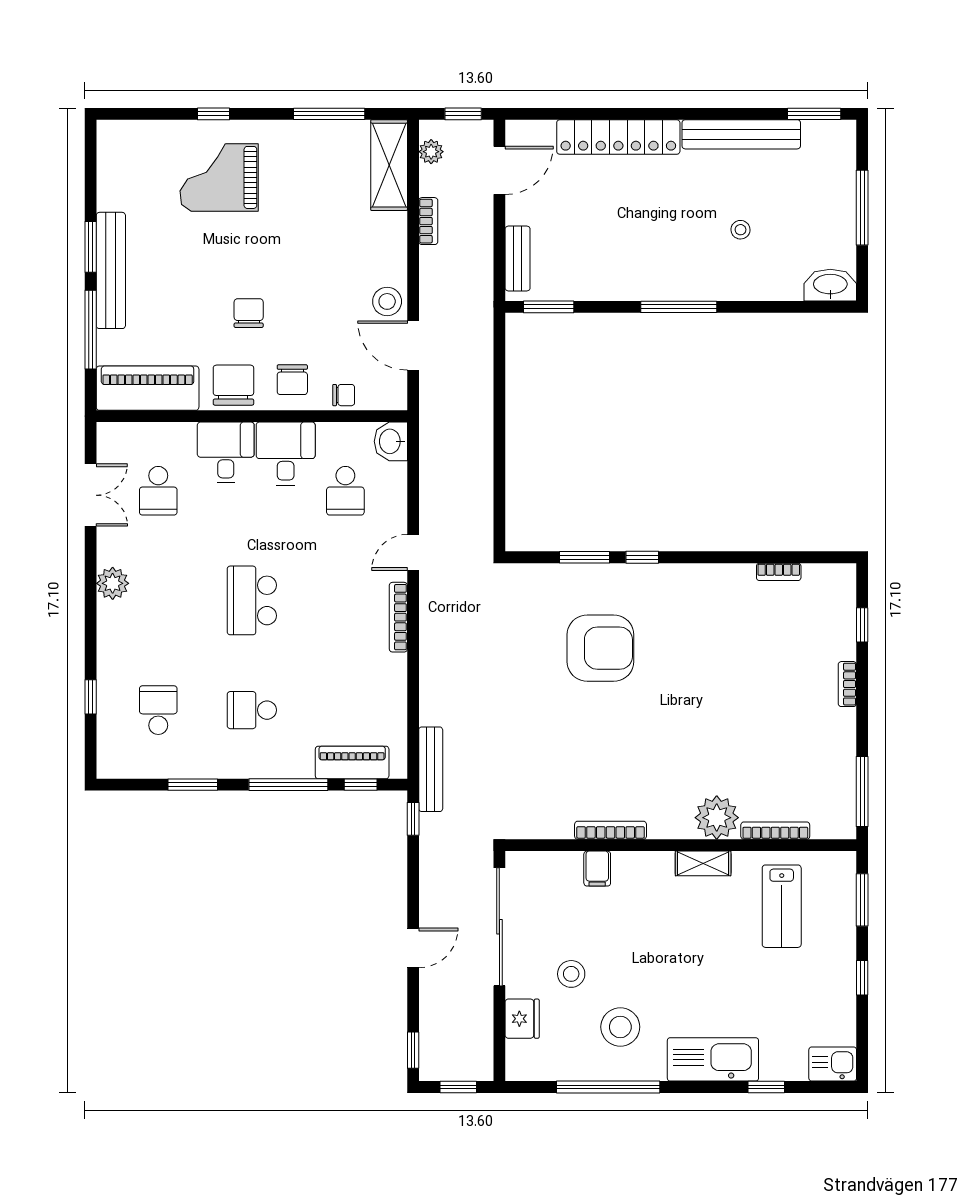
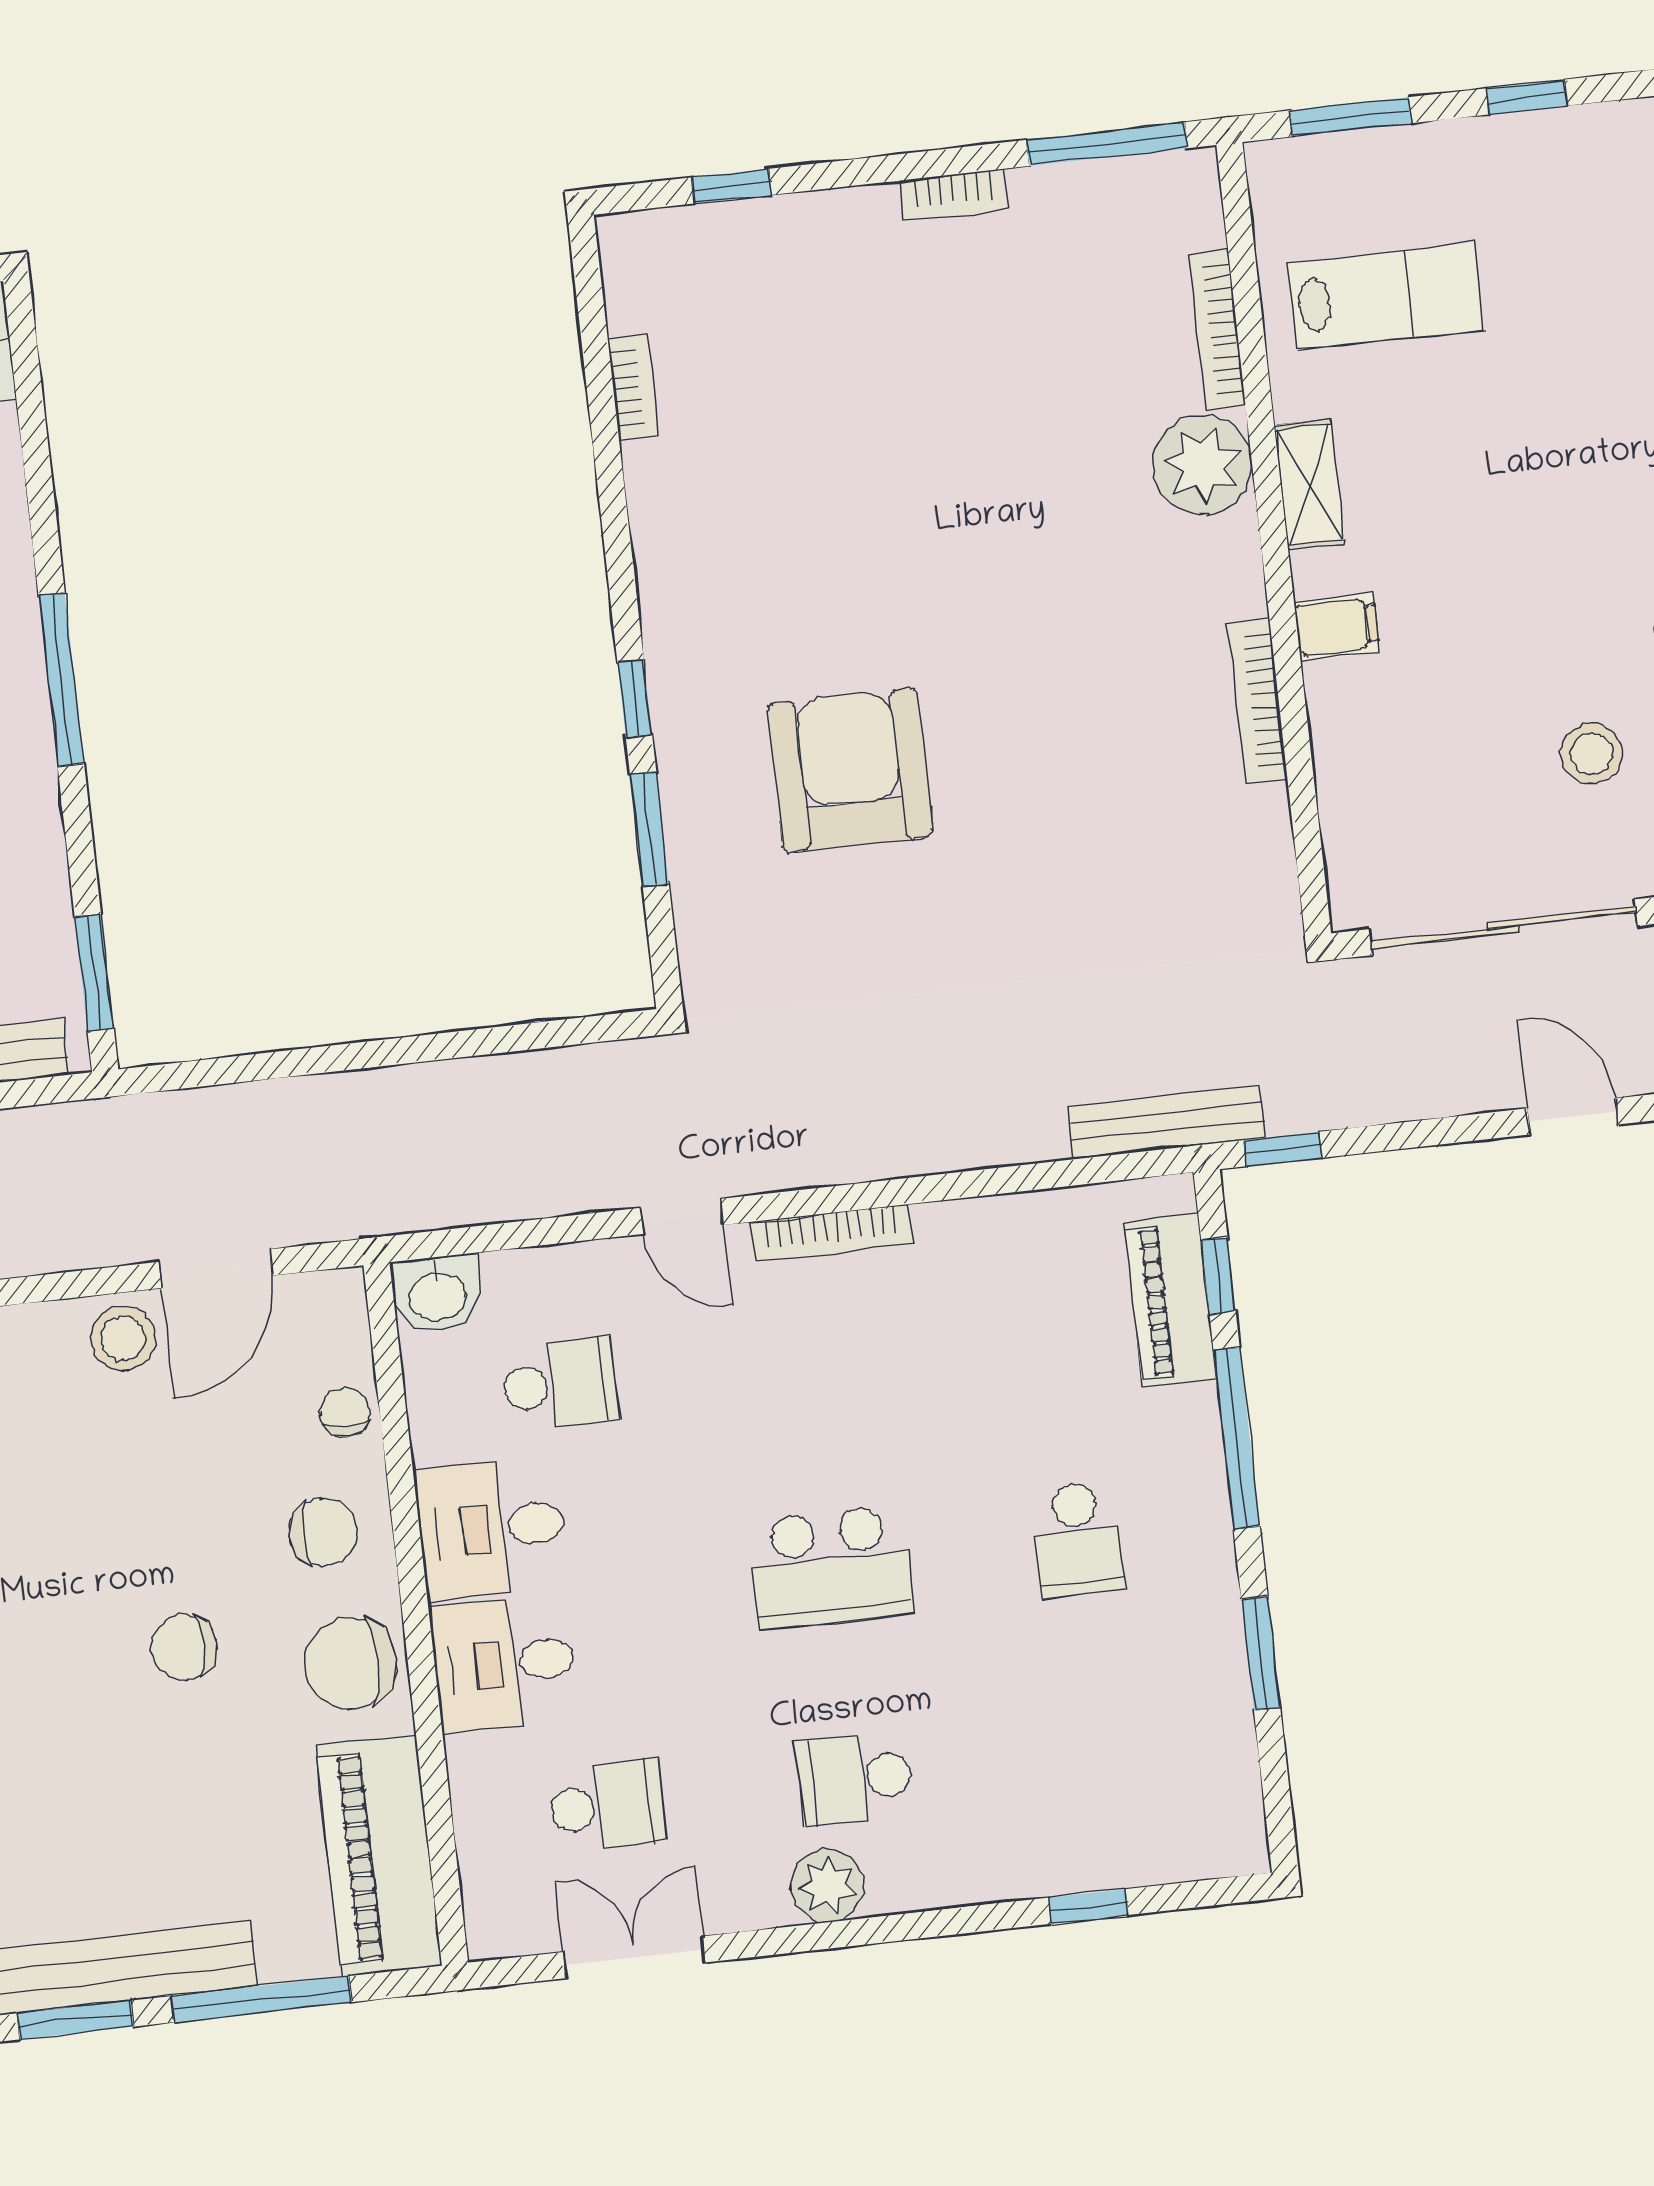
bookcase: (847, 684) -> (953, 195), moved
school desk: (158, 710) -> (854, 1778), moved
filing cabinet: (597, 869) -> (1337, 627), moved

